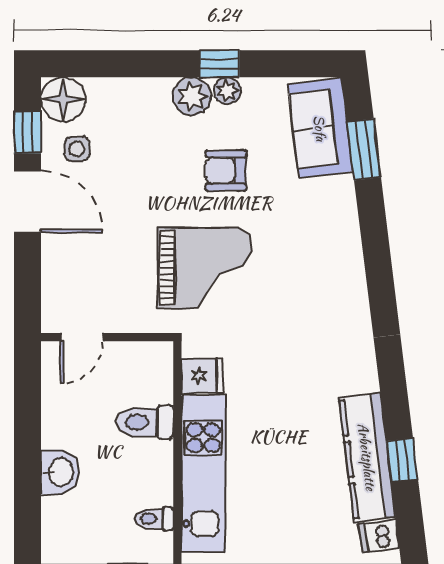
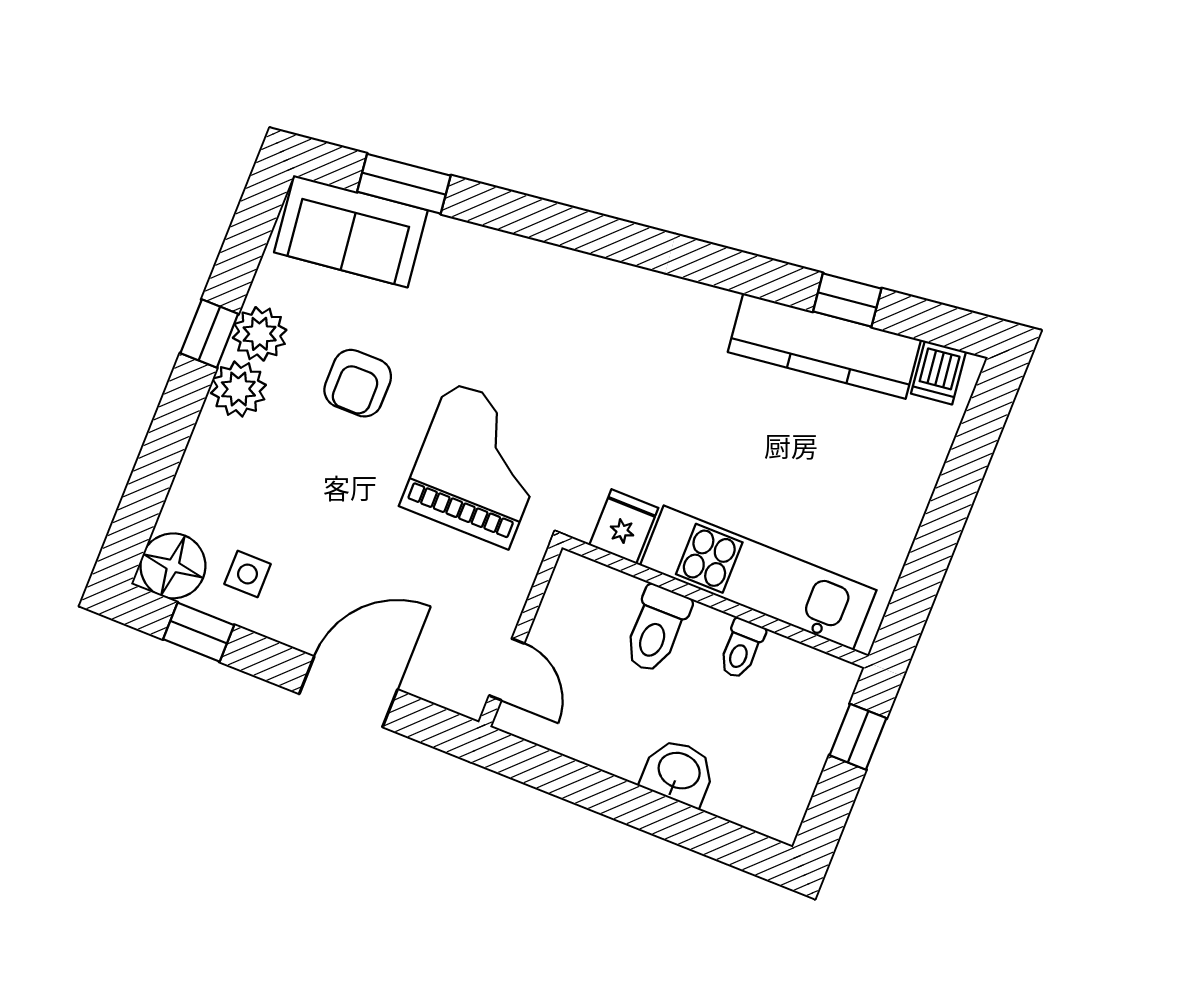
plant: (227, 91) -> (260, 334), width x1.38, depth x1.38
door: (28, 202) -> (348, 692), moved
toilet: (154, 519) -> (741, 649), moved

